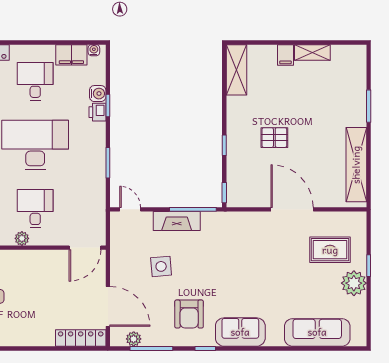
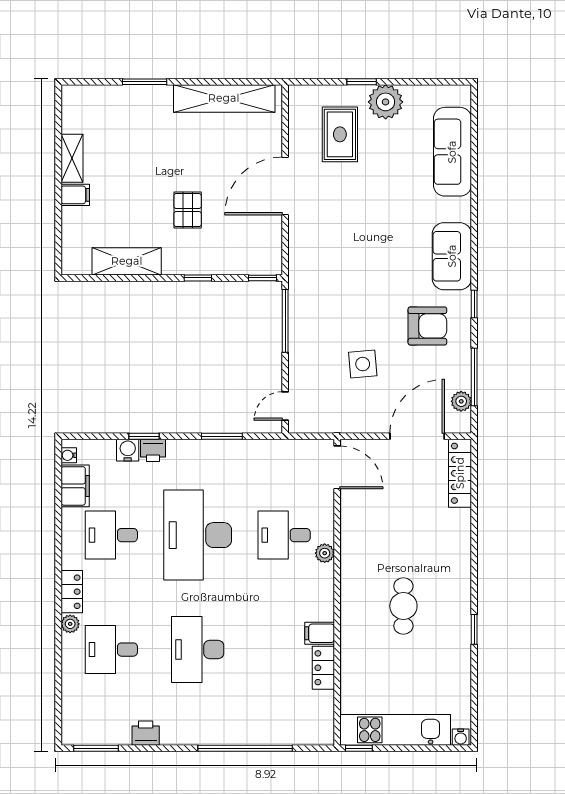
shelving: (237, 70) -> (127, 261), moved
fireplace: (177, 221) -> (301, 343), removed

